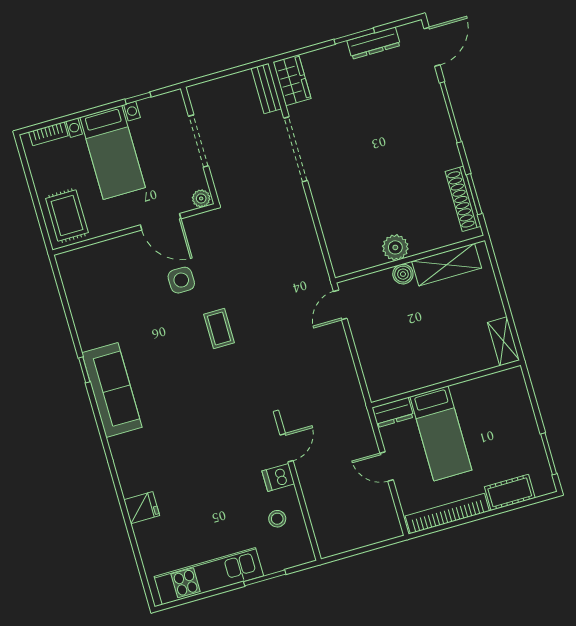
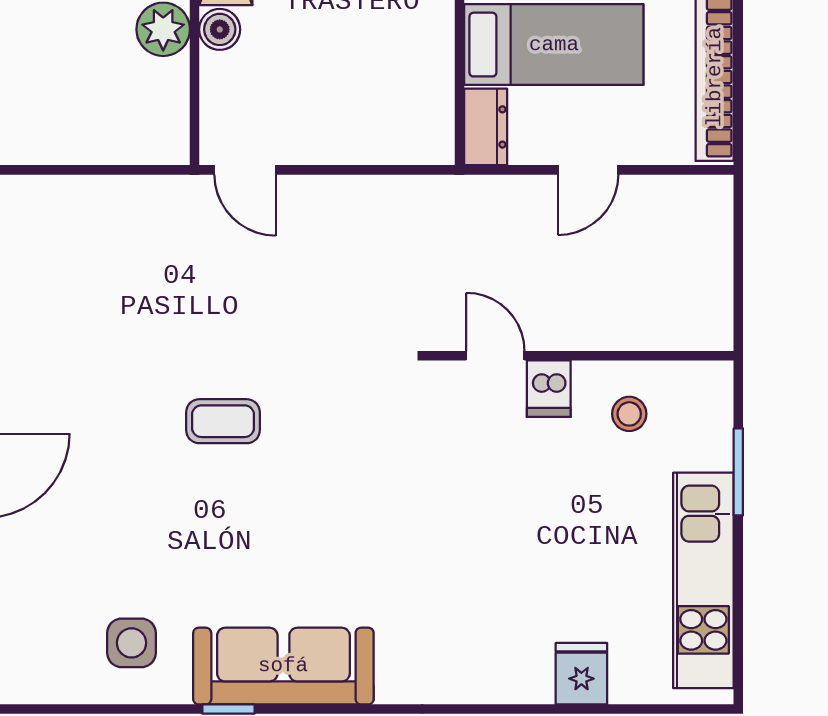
side table: (181, 280) -> (132, 643), moved
fridge: (142, 508) -> (581, 674), moved

